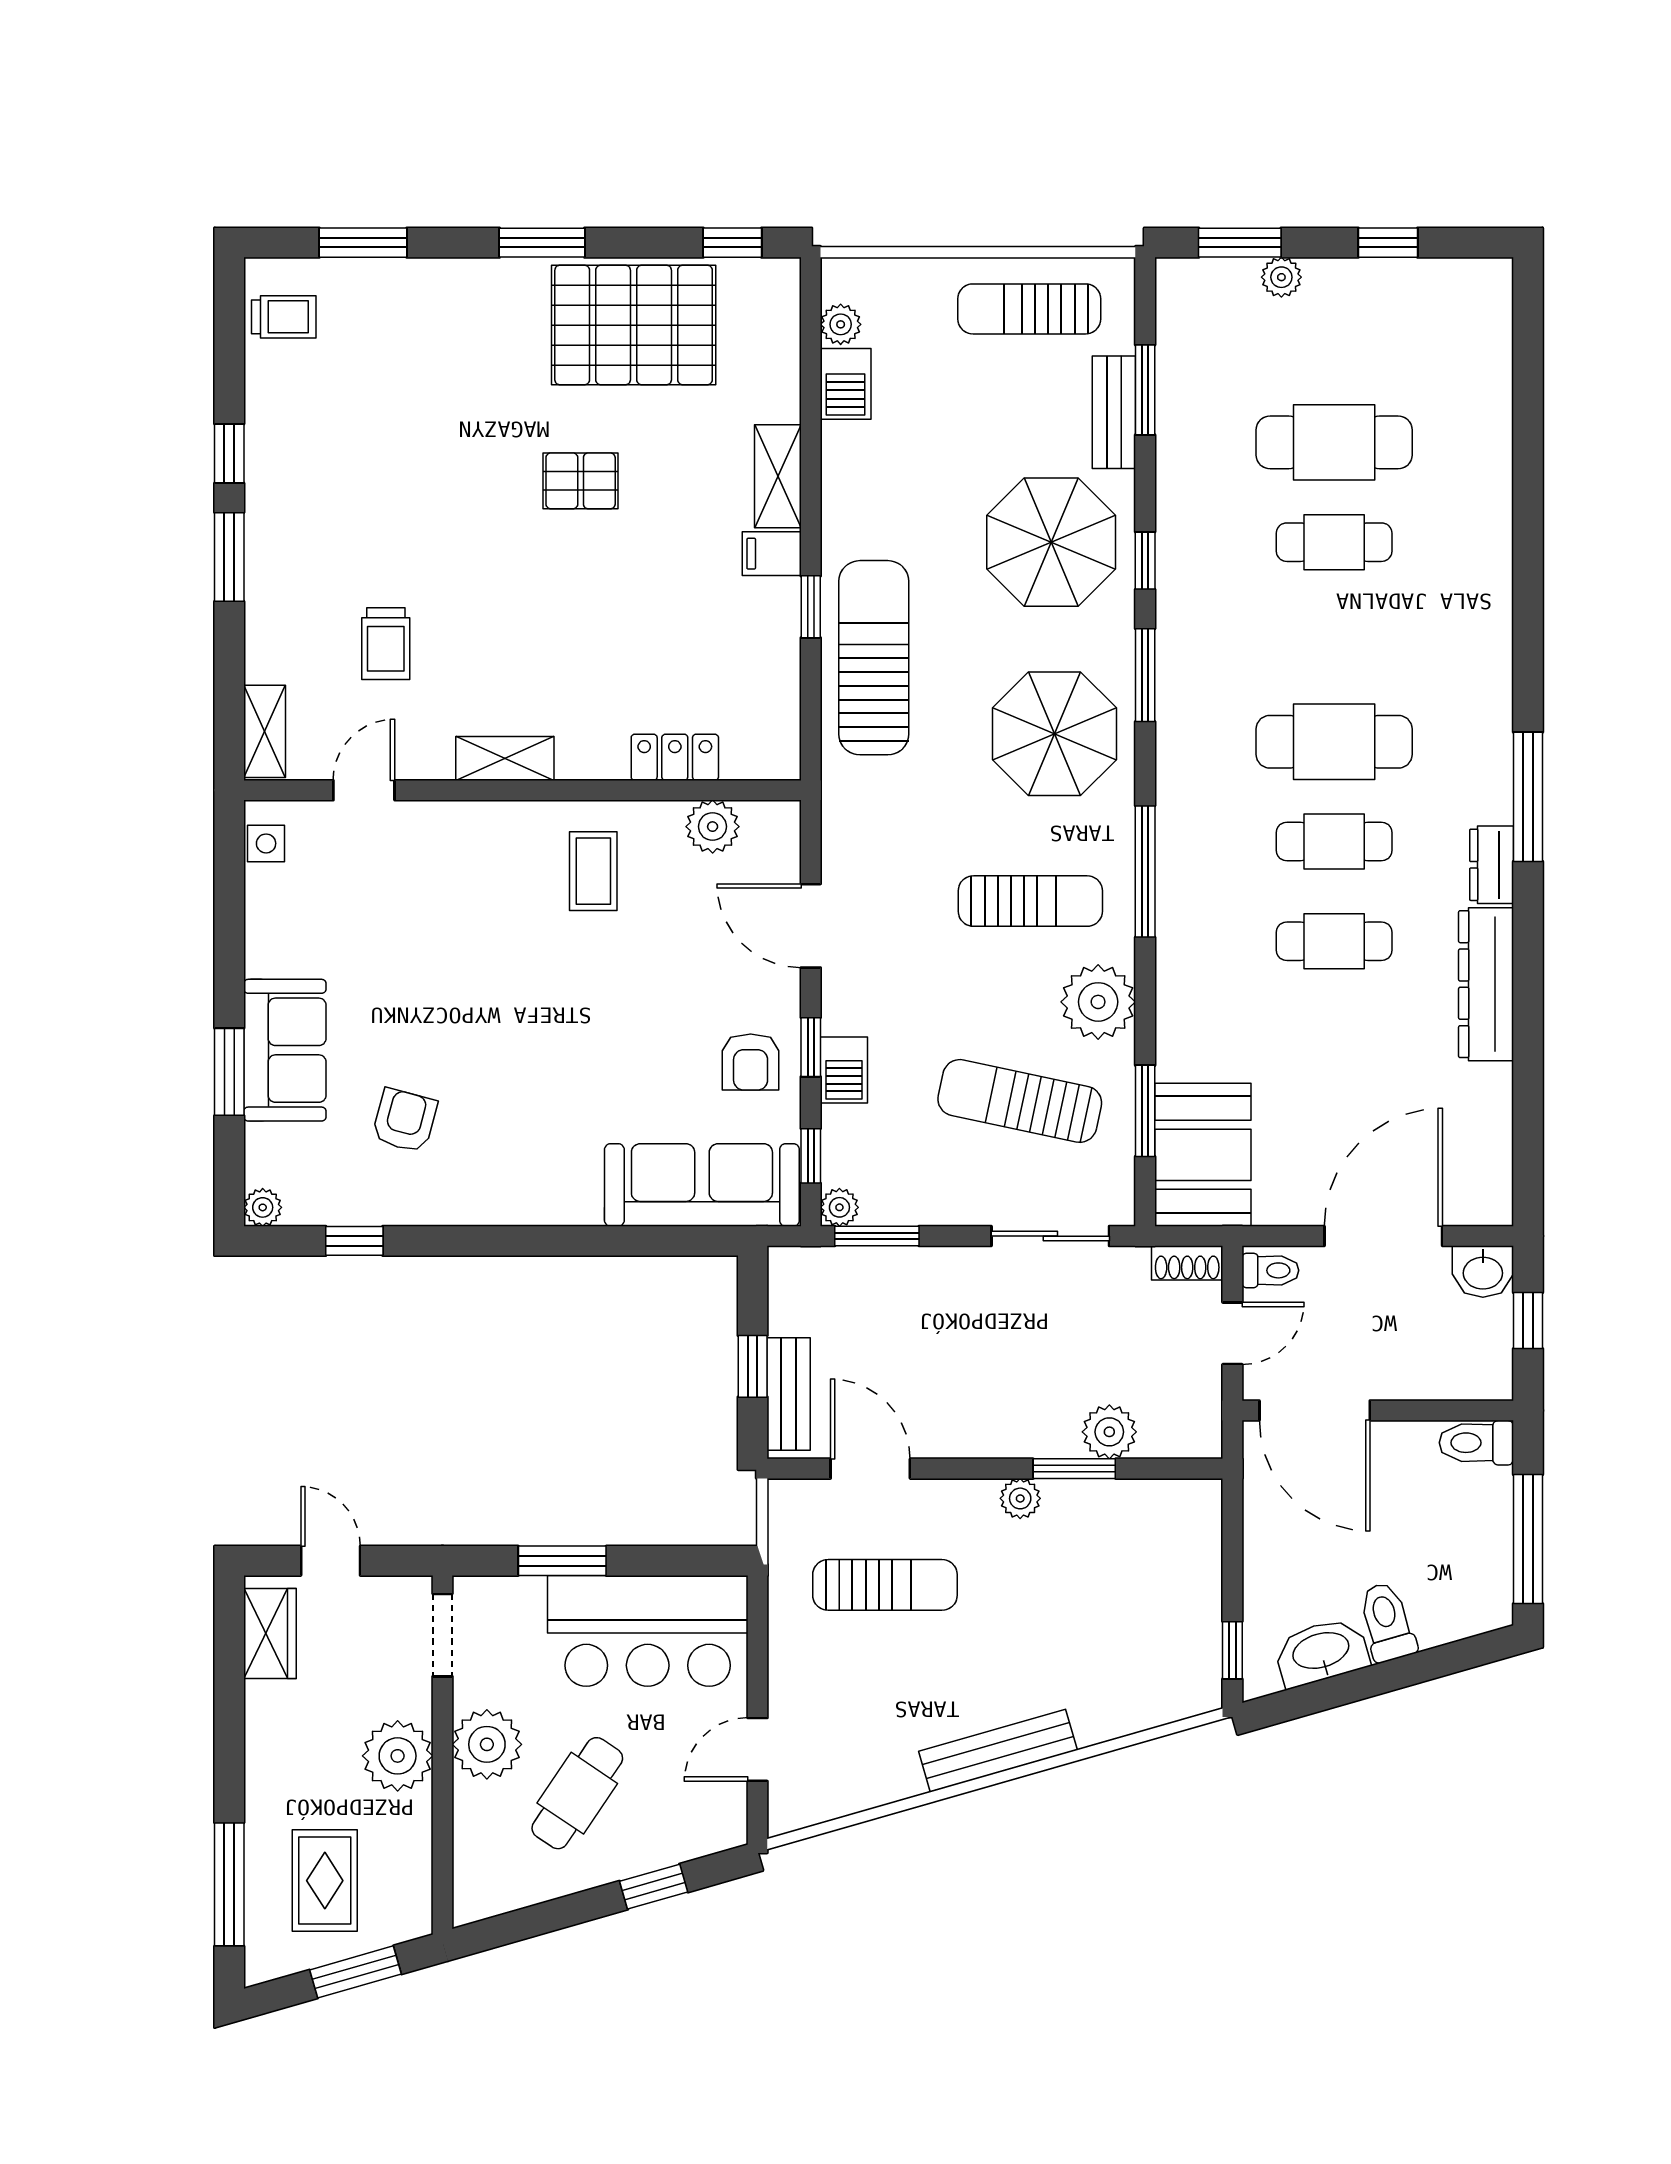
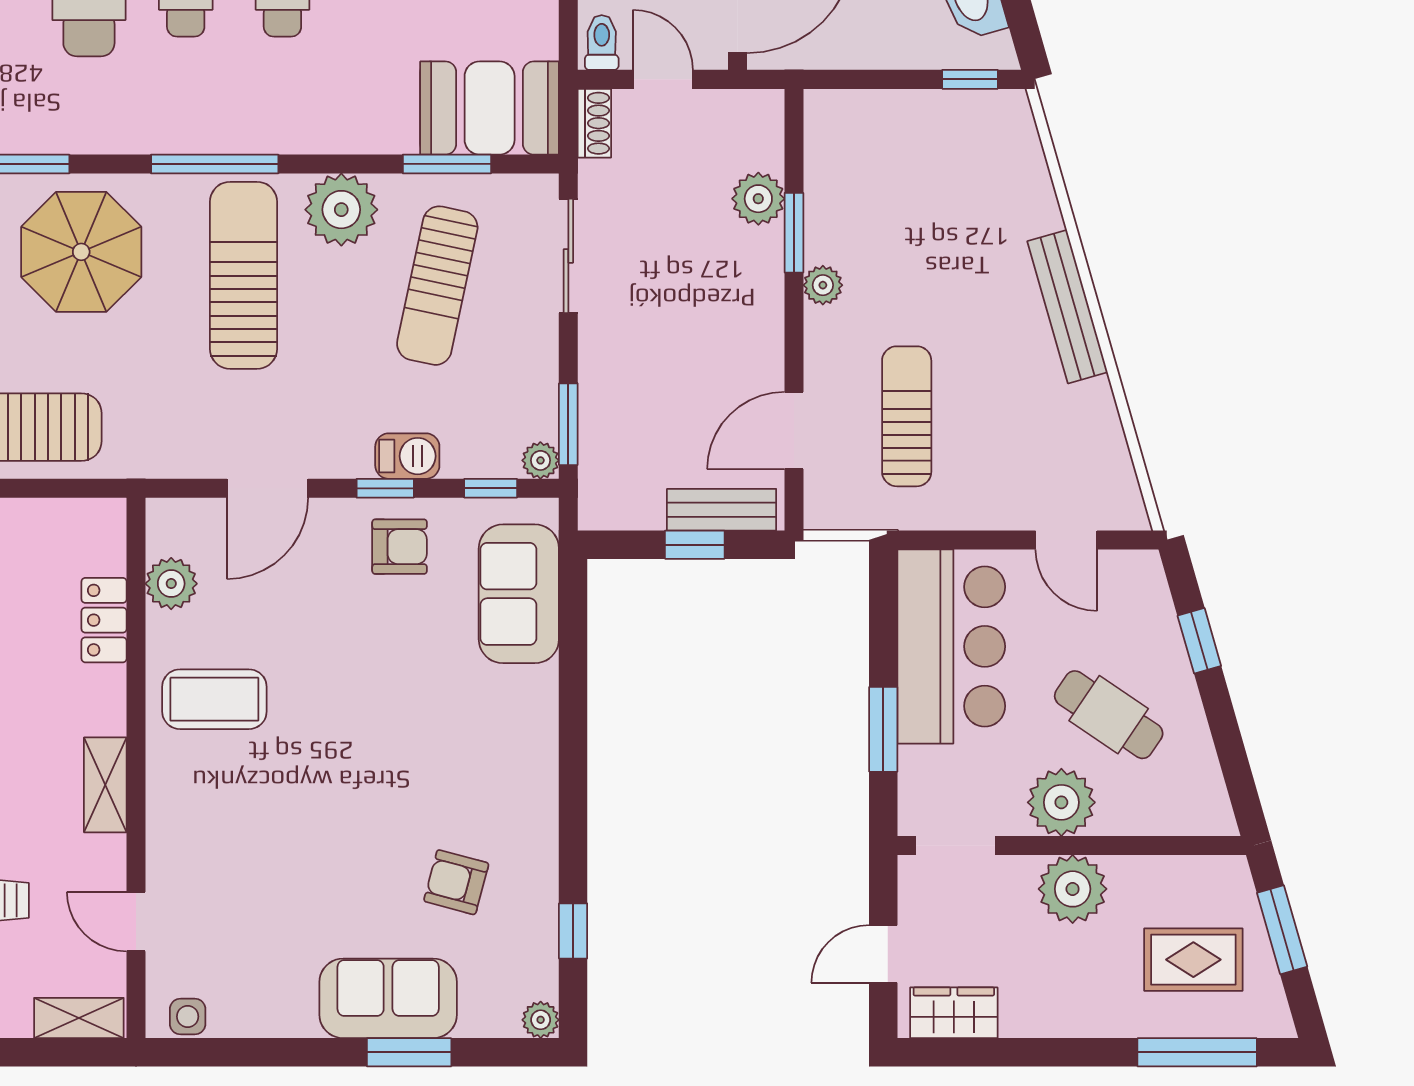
coffee table: (593, 871) -> (214, 699), width x1.36, depth x1.30
sun lounger: (1030, 901) -> (243, 275), width x1.36, depth x1.34
sofa: (702, 1185) -> (519, 594), width x0.73

